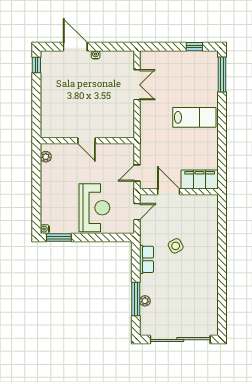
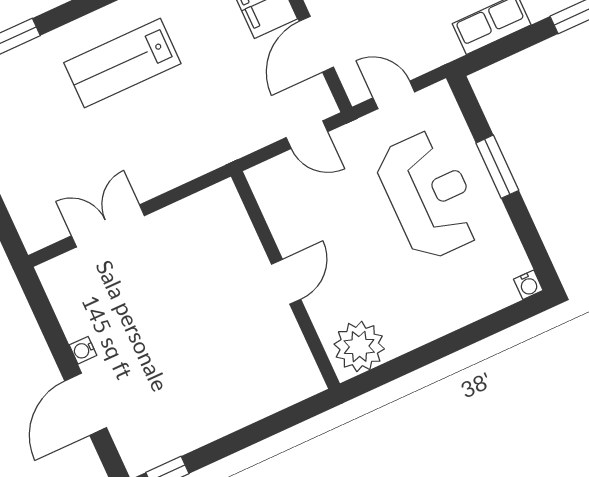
lab bench: (194, 117) -> (122, 63), turned -90
plant: (46, 157) -> (359, 346), width x1.87, depth x1.87
reception desk: (94, 208) -> (429, 195), turned 90
window: (59, 238) -> (497, 167), moved

